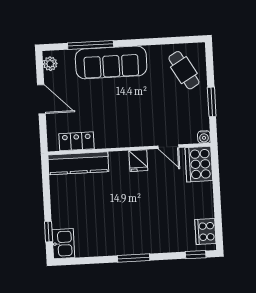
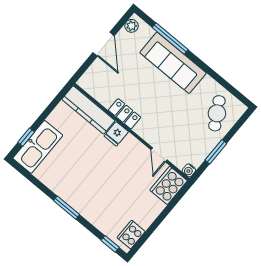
locker: (76, 141) -> (125, 114), moved
fridge: (138, 161) -> (116, 134), moved
kitchen sink: (63, 244) -> (38, 147), width x1.88, depth x1.24

